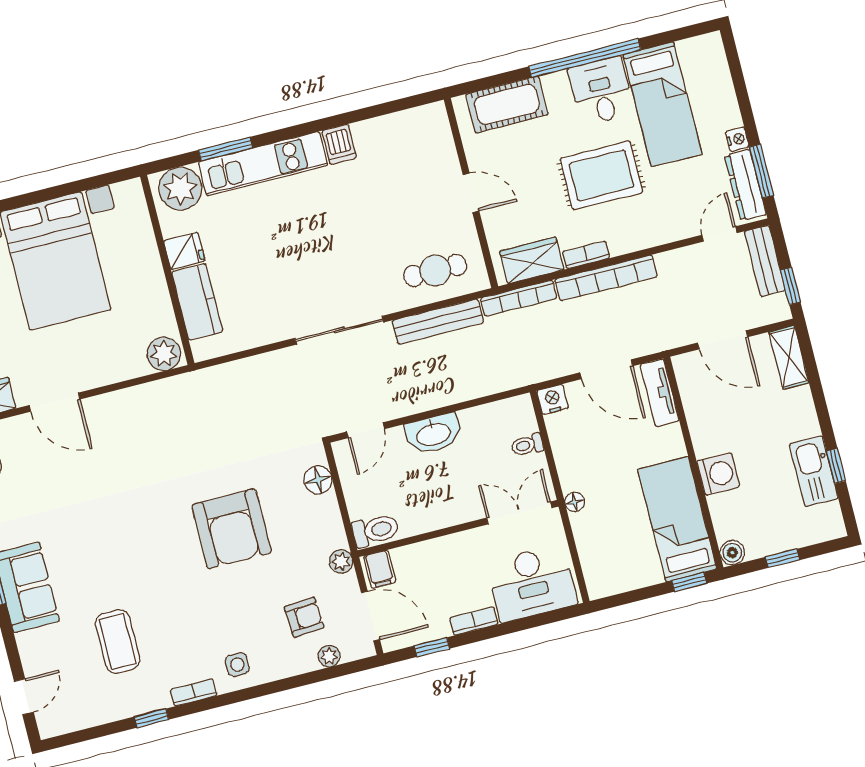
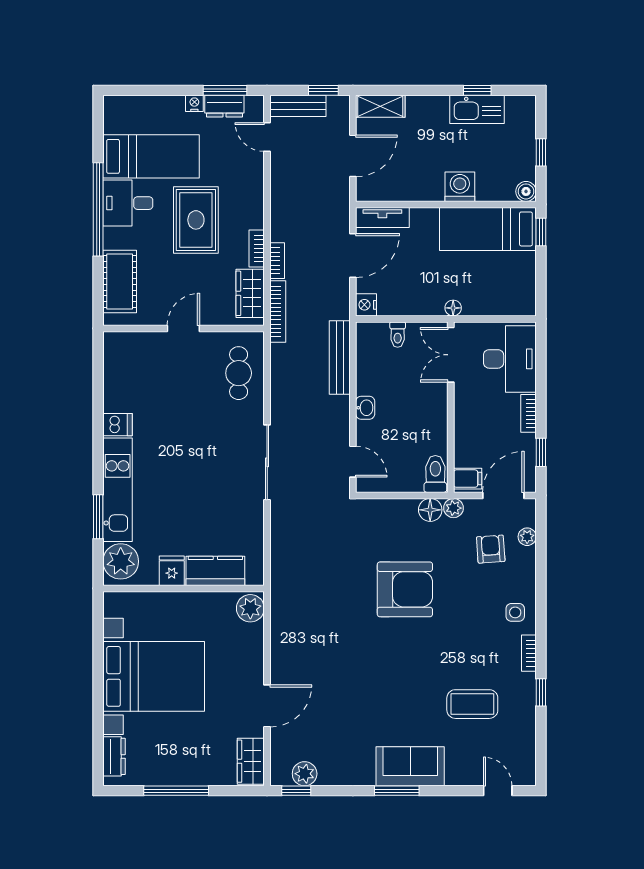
dresser: (745, 185) -> (224, 106), width x0.70
bookcase: (606, 278) -> (277, 261), width x0.43, depth x0.76
bench: (438, 322) -> (340, 357), moved
washbasin: (433, 434) -> (365, 408), width x0.52, depth x0.69
floor lamp: (318, 480) -> (430, 510), moved

